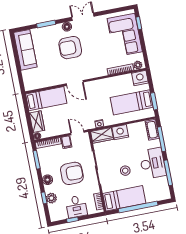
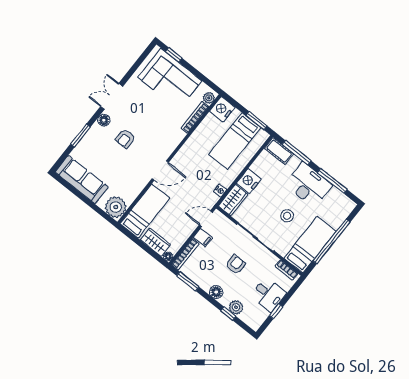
armchair: (70, 48) -> (125, 139), width x0.53, depth x0.53
plant: (31, 82) -> (116, 207), added
armchair: (72, 173) -> (235, 265), width x0.53, depth x0.53

